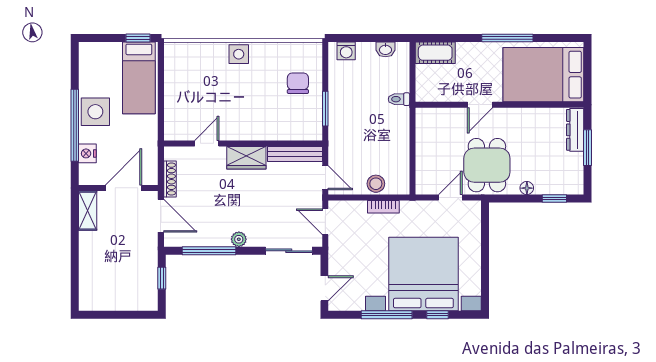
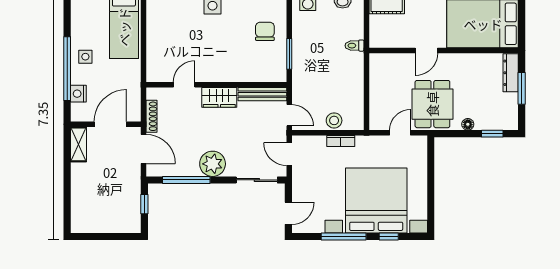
side table: (95, 112) -> (85, 57), width x0.54, depth x0.54
plant: (239, 239) -> (213, 164), width x1.88, depth x1.88

